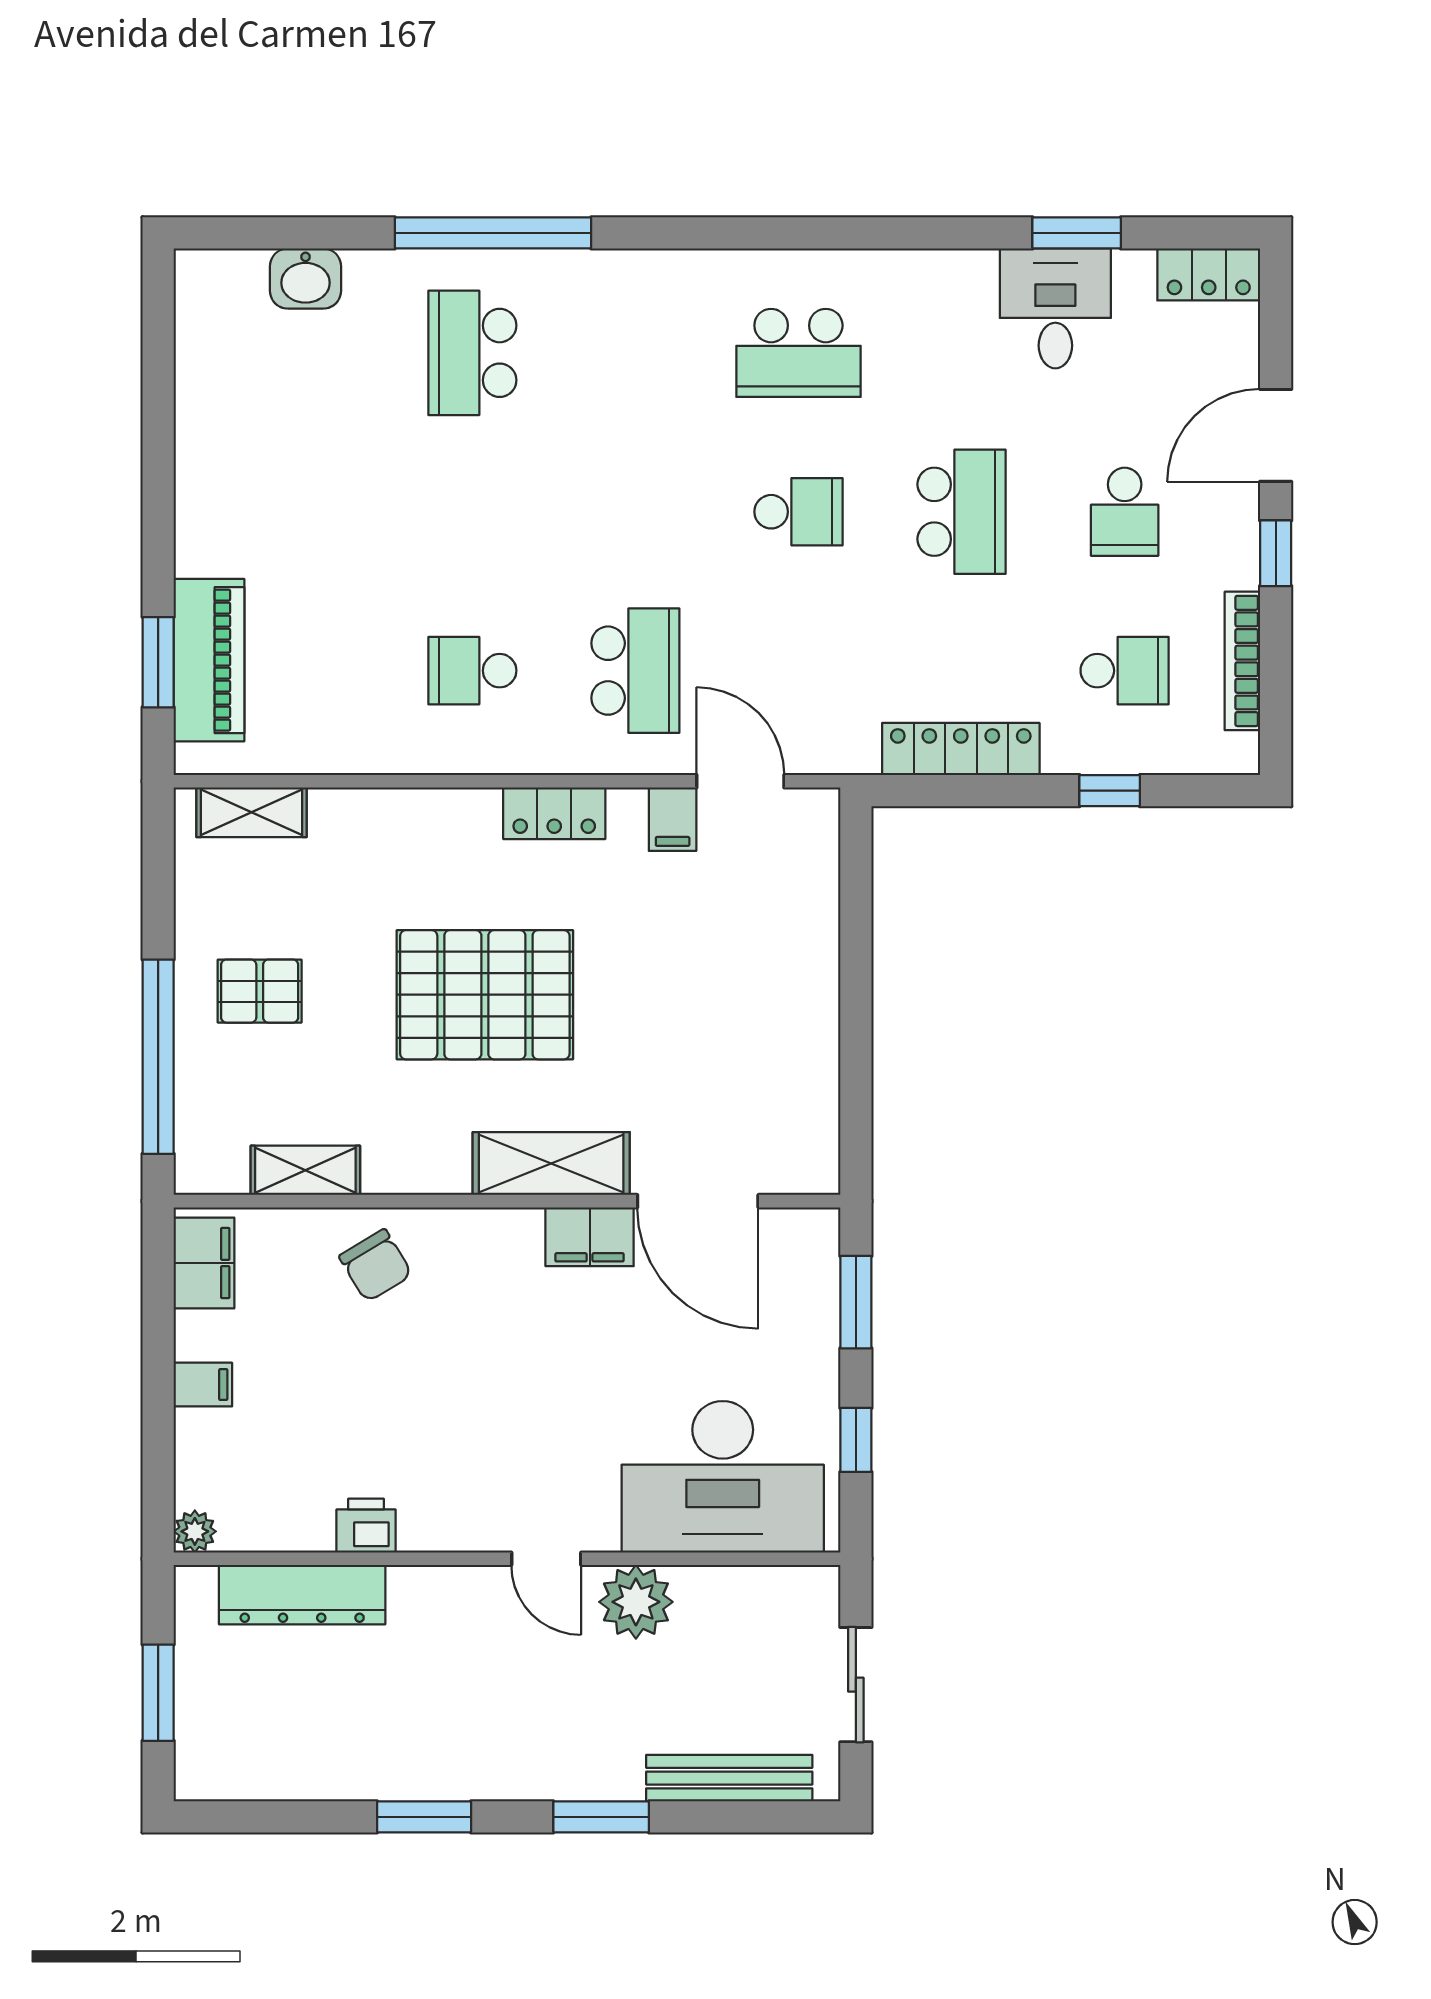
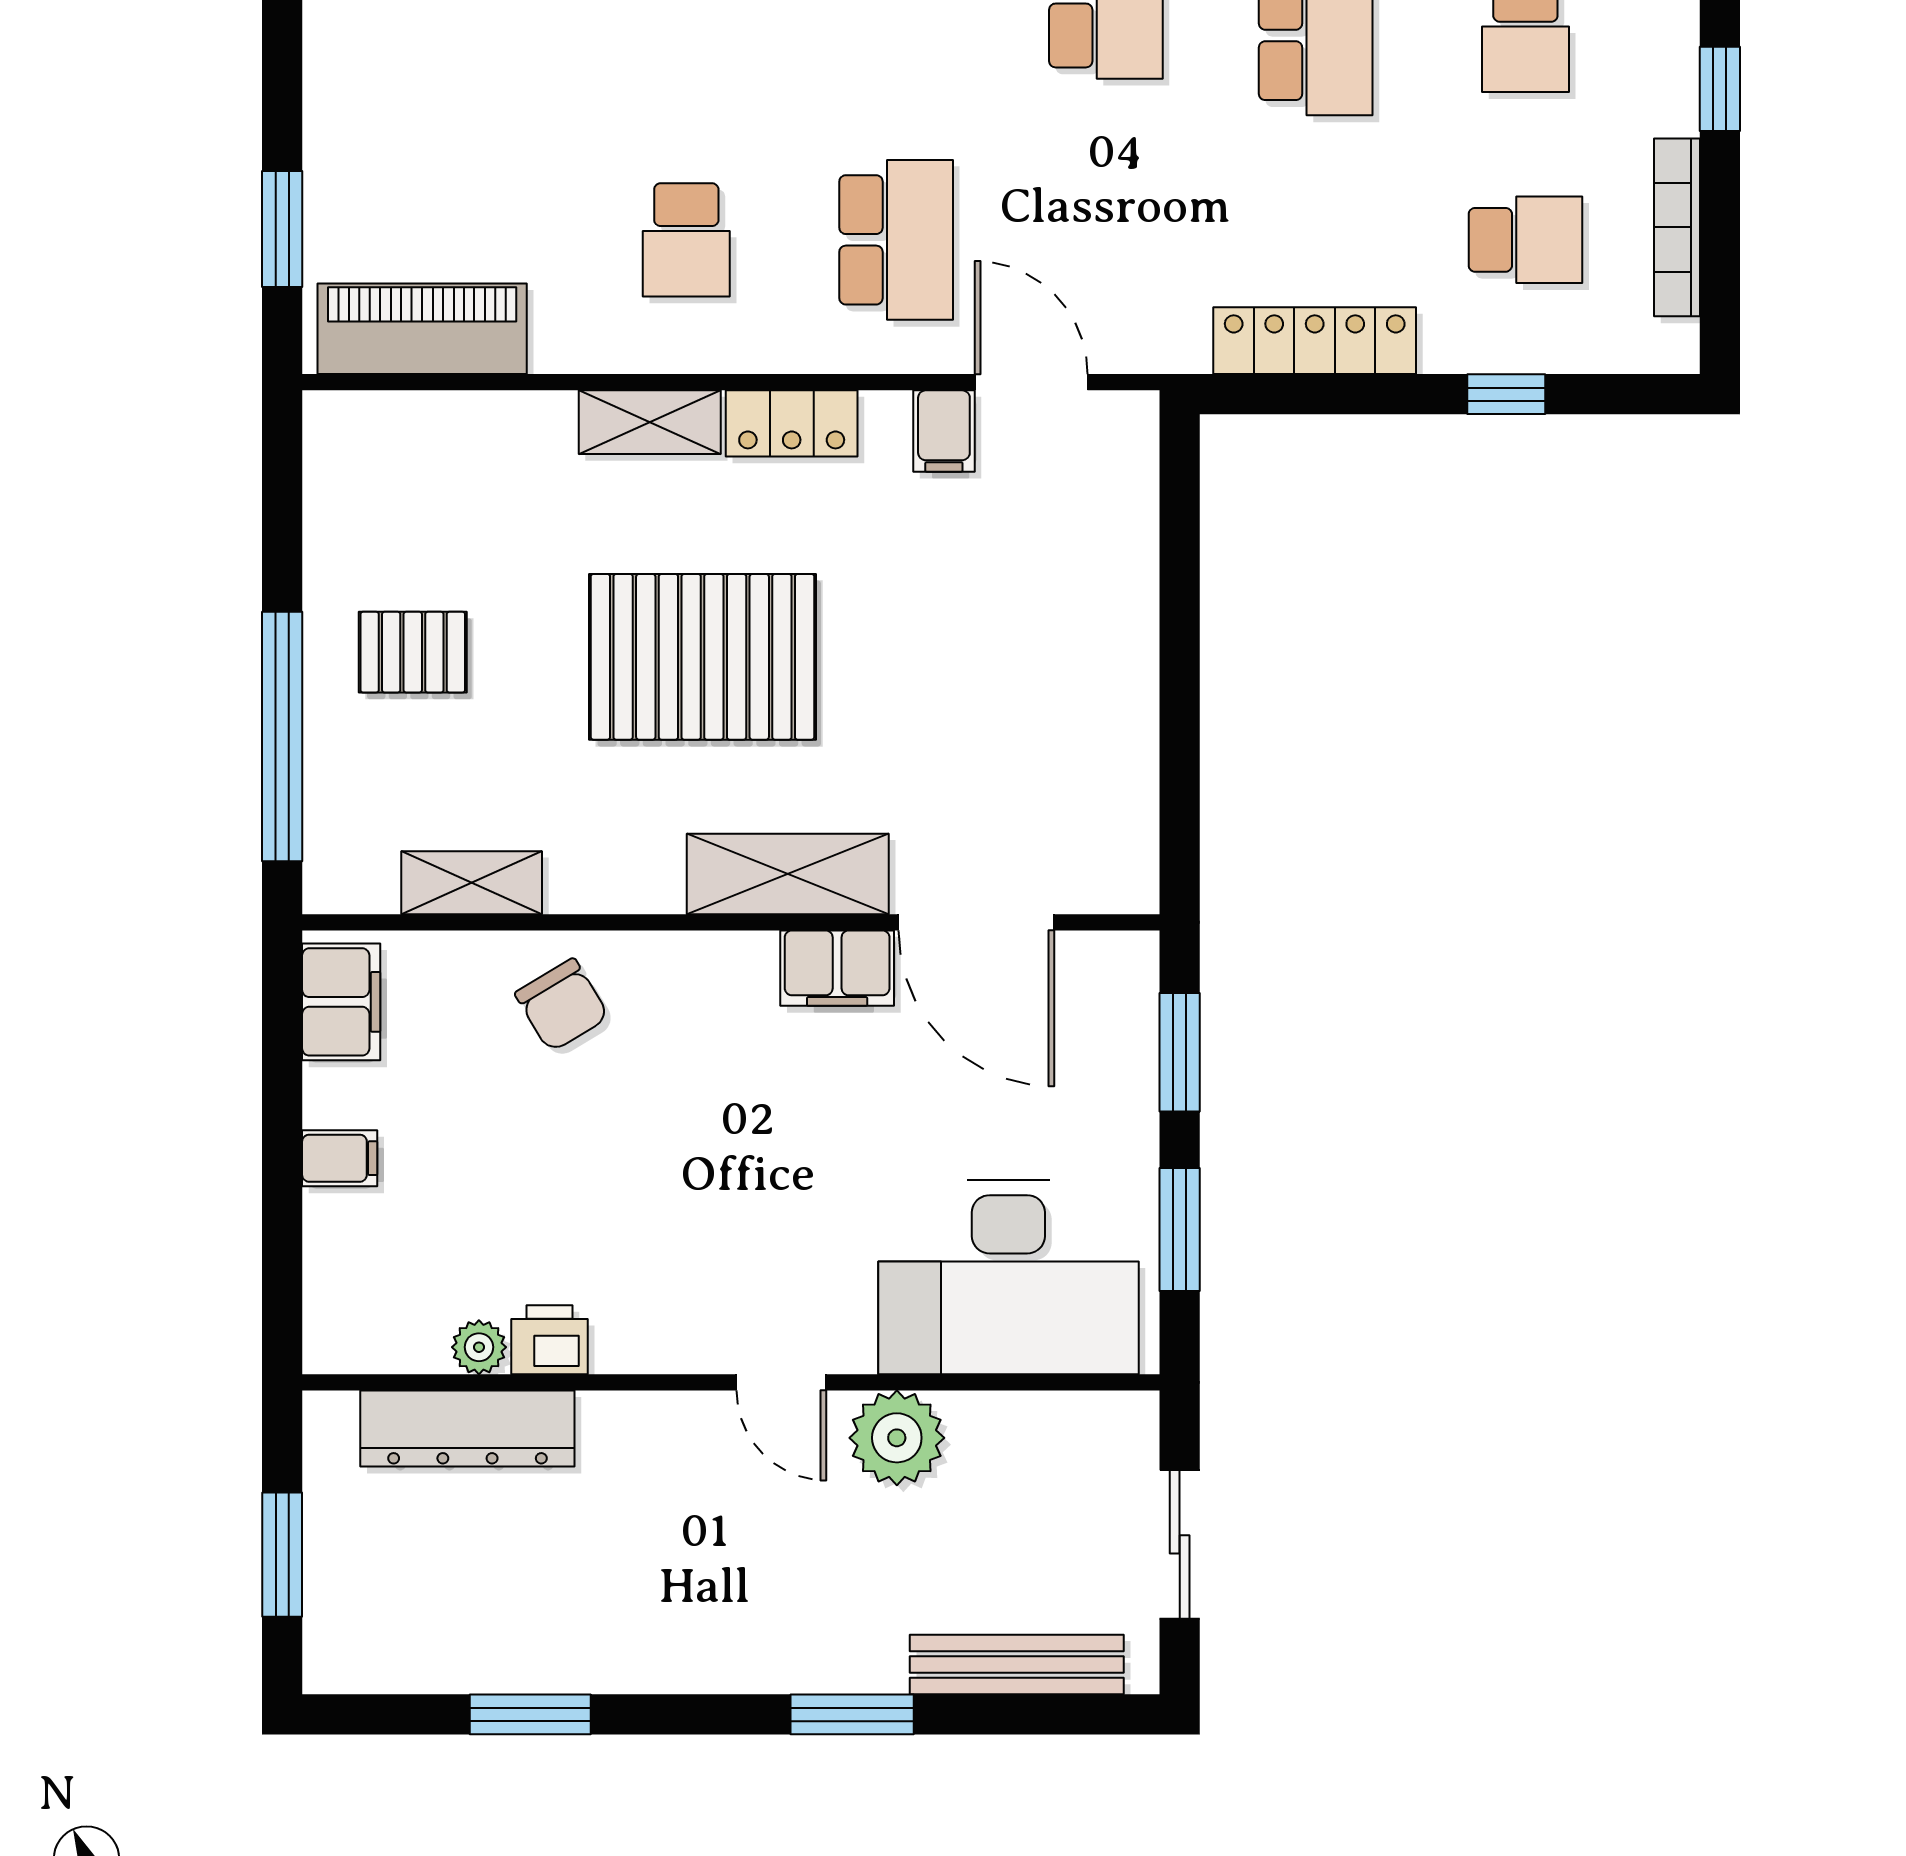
piano: (209, 660) -> (422, 329), moved, turned -90
school desk: (472, 671) -> (686, 240), turned -90
shelving: (251, 812) -> (650, 422), moved
window: (856, 1440) -> (1180, 1229), width x1.50
plant: (195, 1531) -> (479, 1347), moved
window: (424, 1817) -> (530, 1714), moved

